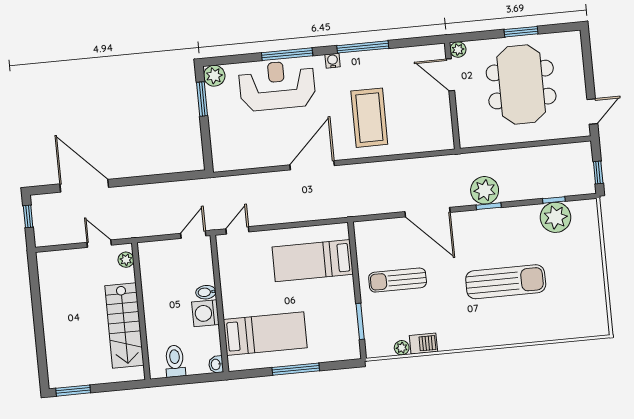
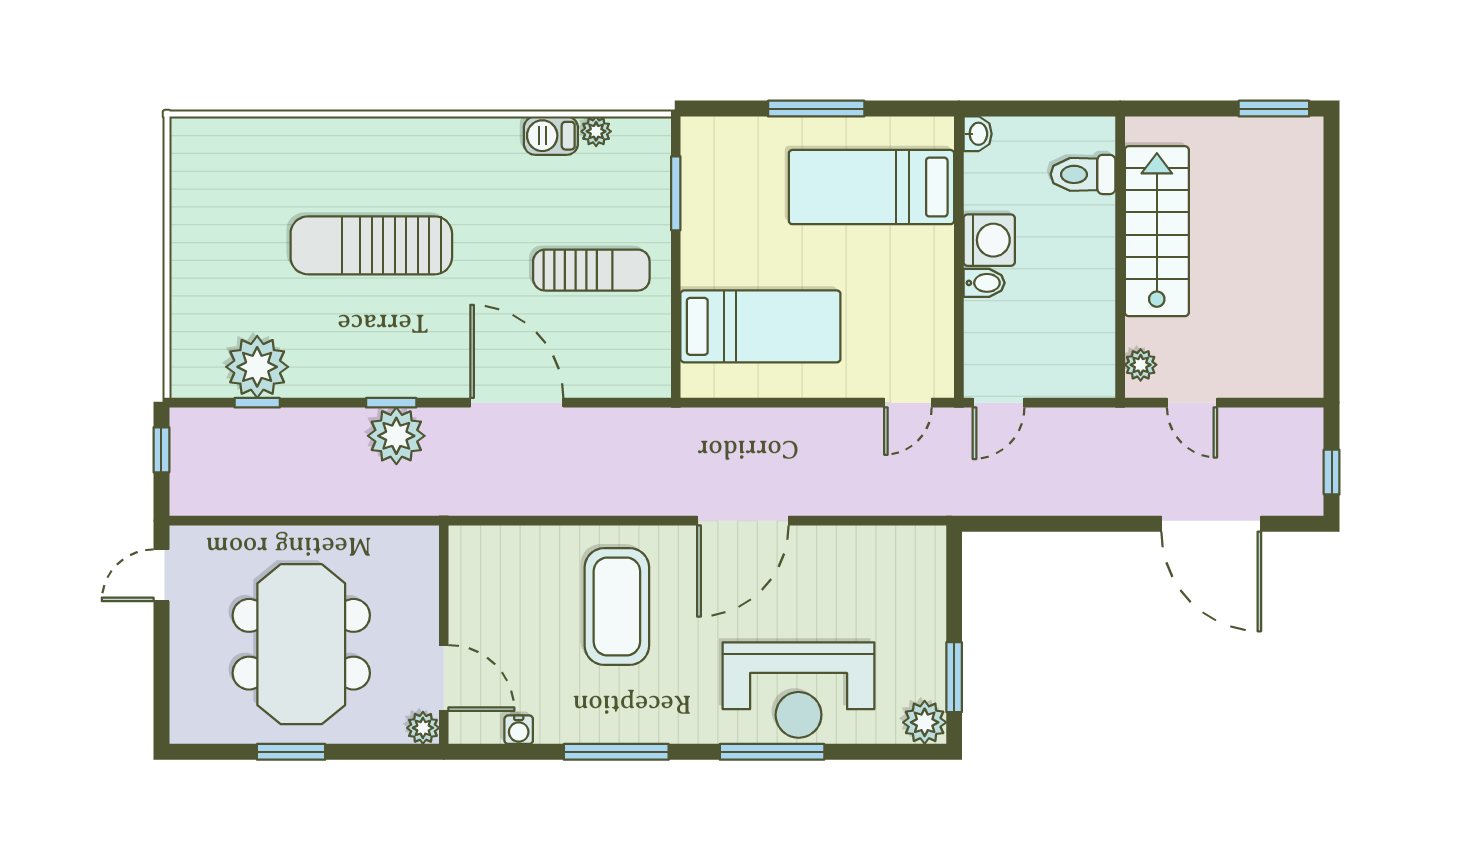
water cooler: (333, 61) -> (519, 730), moved
toilet: (175, 361) -> (1083, 174), moved, turned 90

